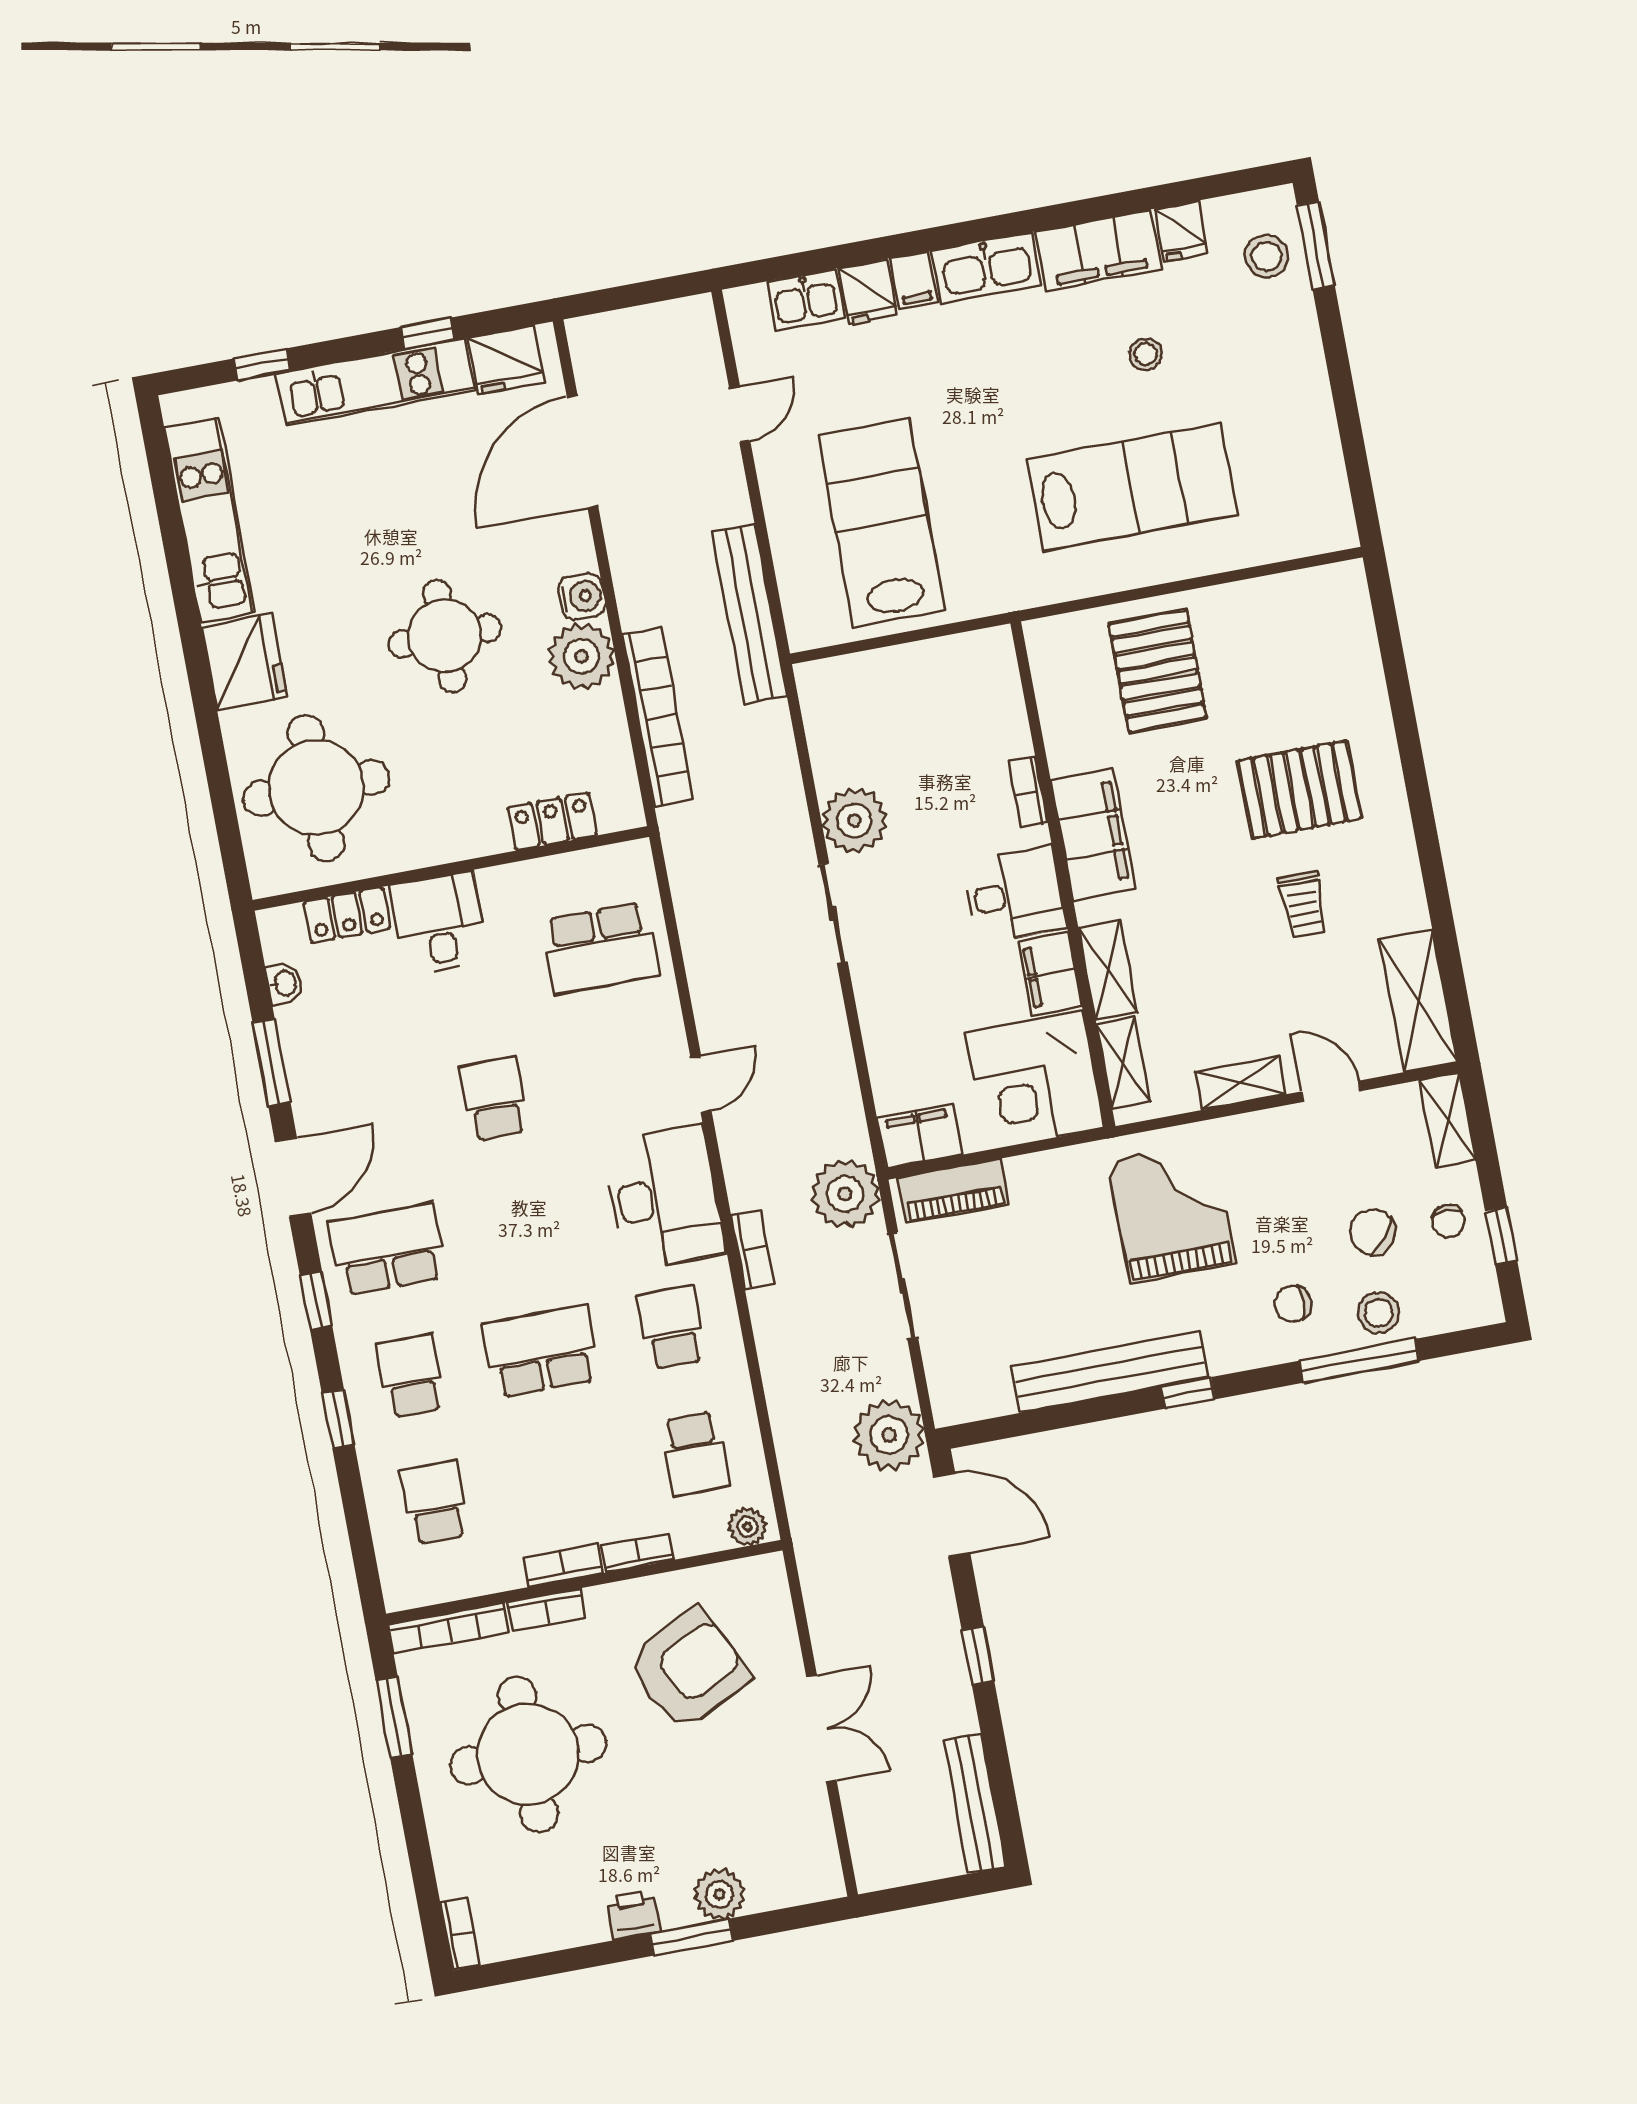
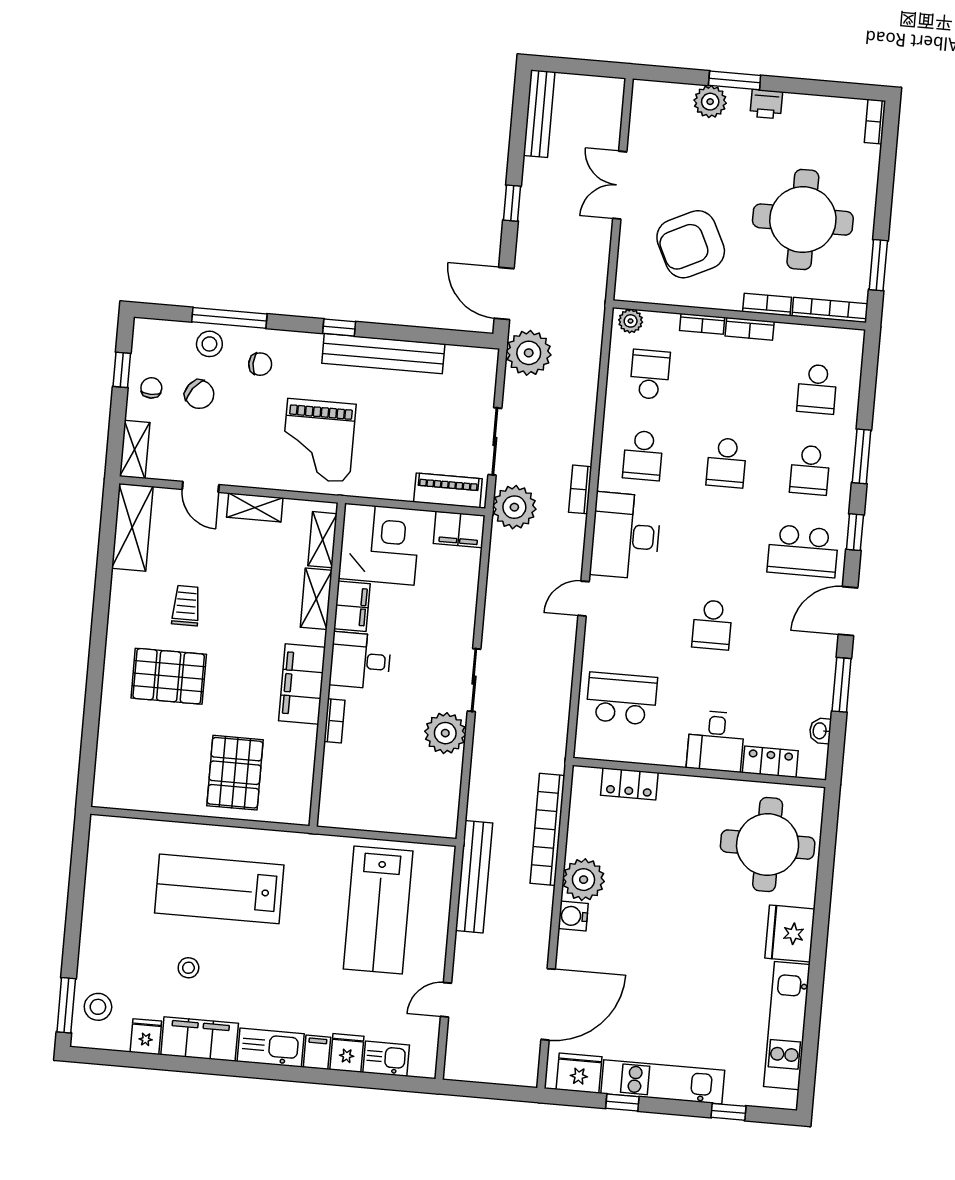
round table: (445, 636) -> (663, 915), removed
school desk: (541, 1352) -> (726, 463), width x0.54
window: (338, 1419) -> (862, 456), width x1.50

